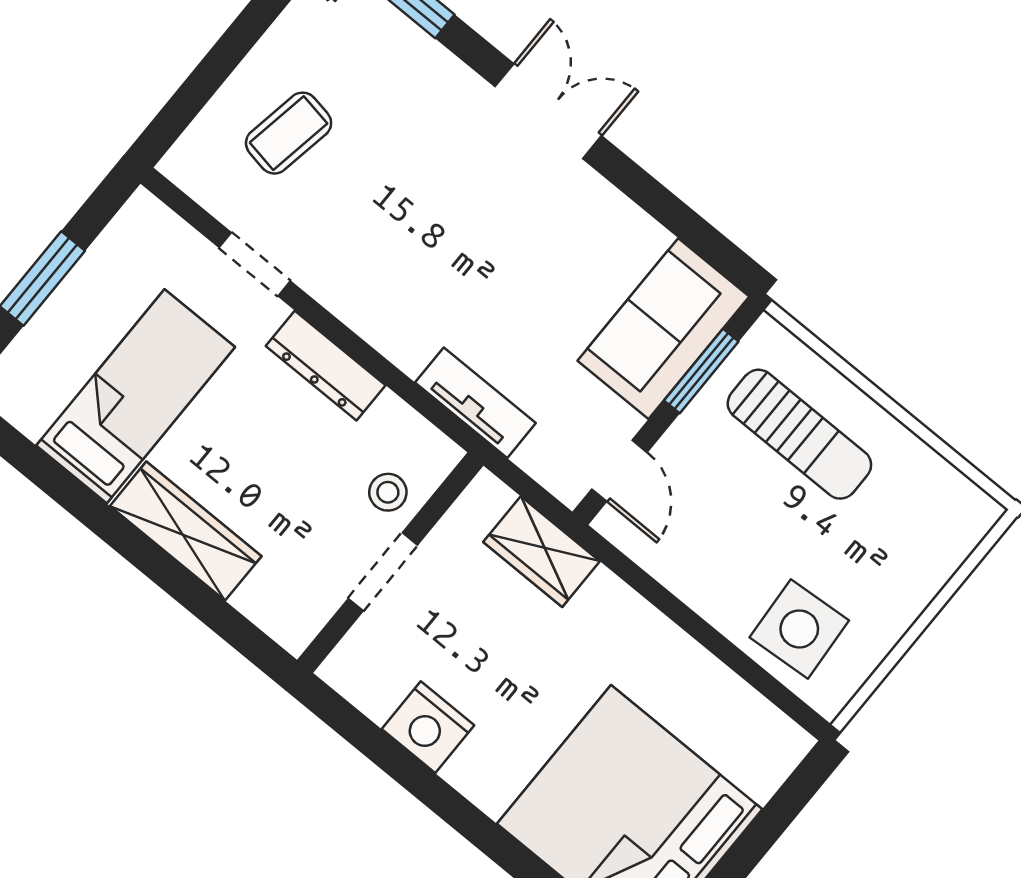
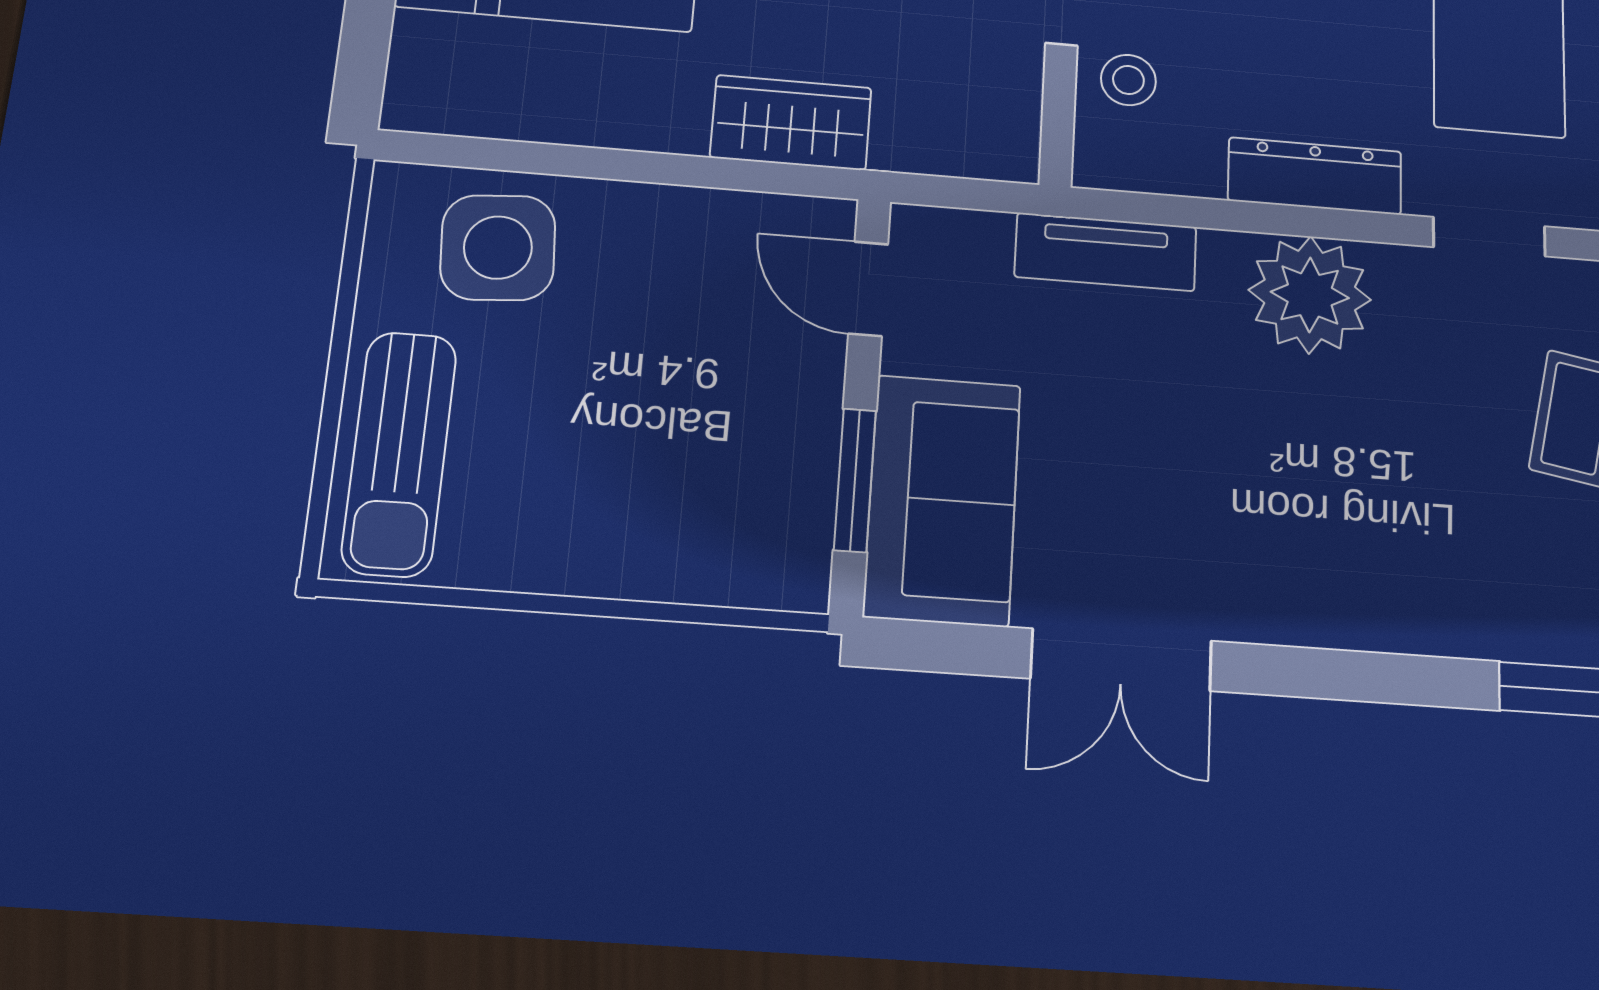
double door: (548, 111) -> (1121, 660), moved
plant: (381, 302) -> (1310, 295), added
sun lounger: (799, 434) -> (399, 453), moved, turned -90
wardrobe: (541, 552) -> (791, 123), moved

